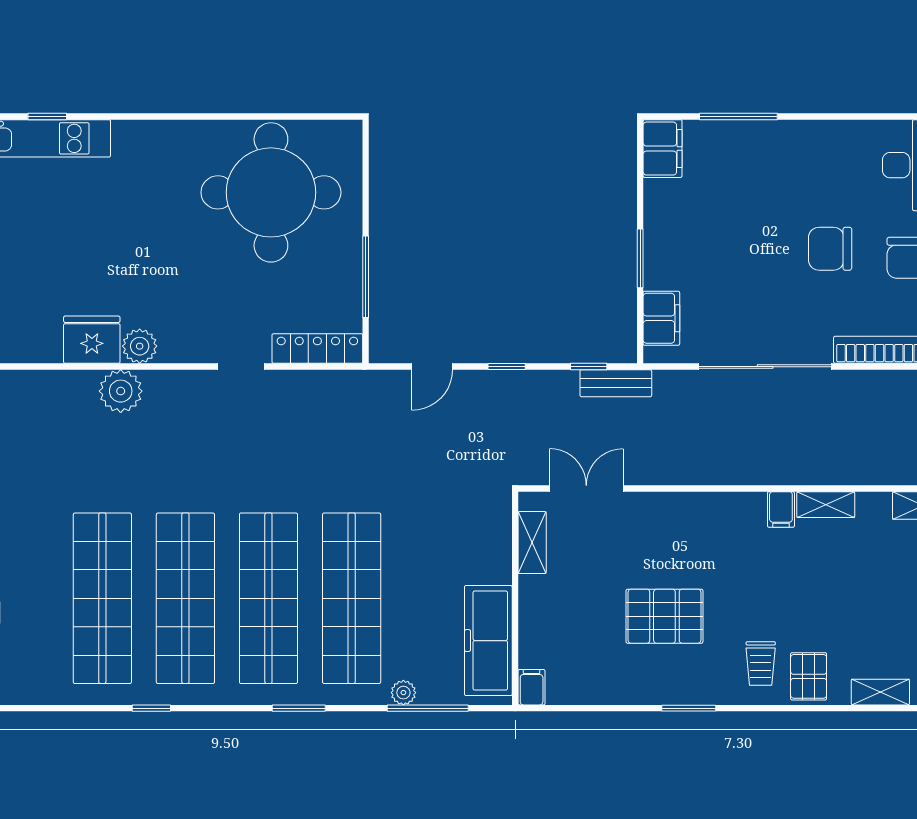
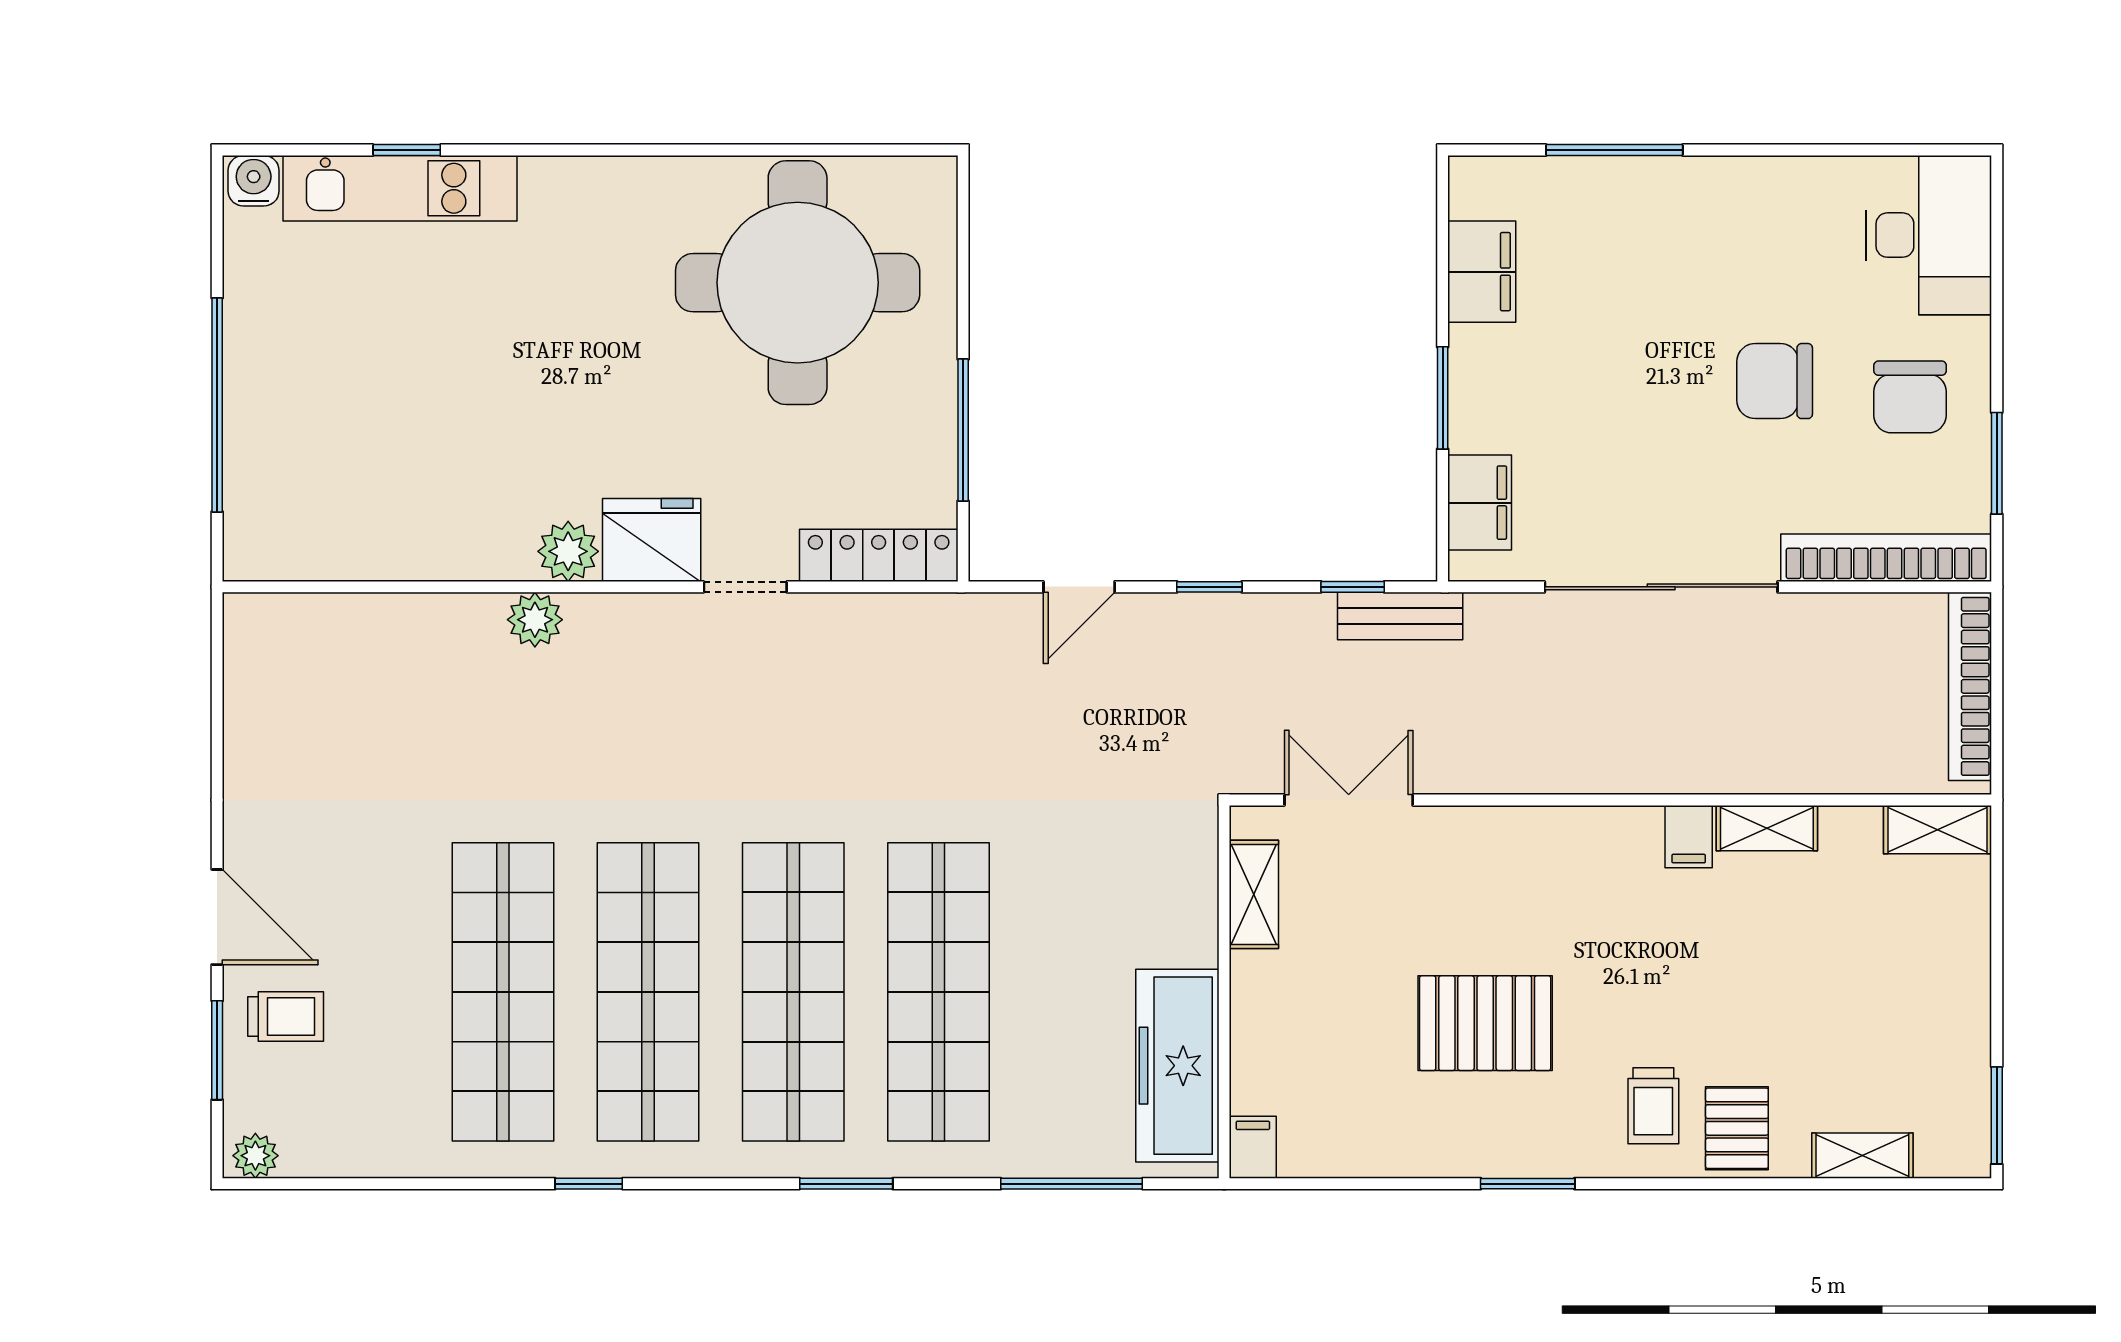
filing cabinet: (663, 149) -> (1482, 272), moved
fridge: (92, 340) -> (652, 540), moved
plant: (121, 391) -> (535, 620), width x0.73, depth x0.73
plant: (403, 693) -> (1029, 1157), removed

